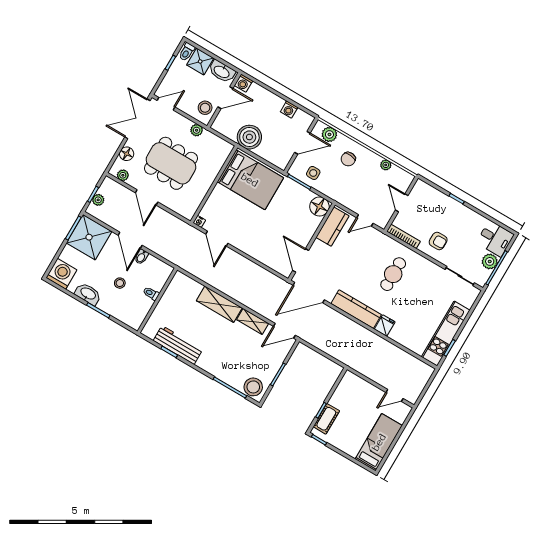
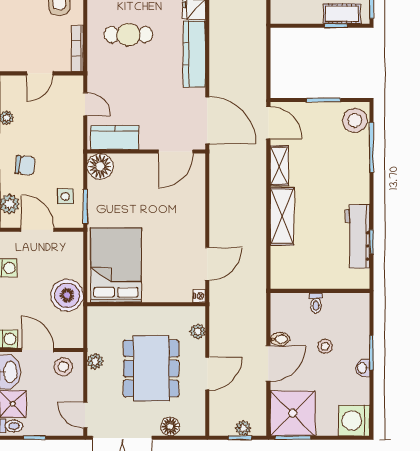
plant: (123, 175) -> (198, 331), moved
washbasin: (88, 294) -> (363, 368), width x0.52, depth x0.69

